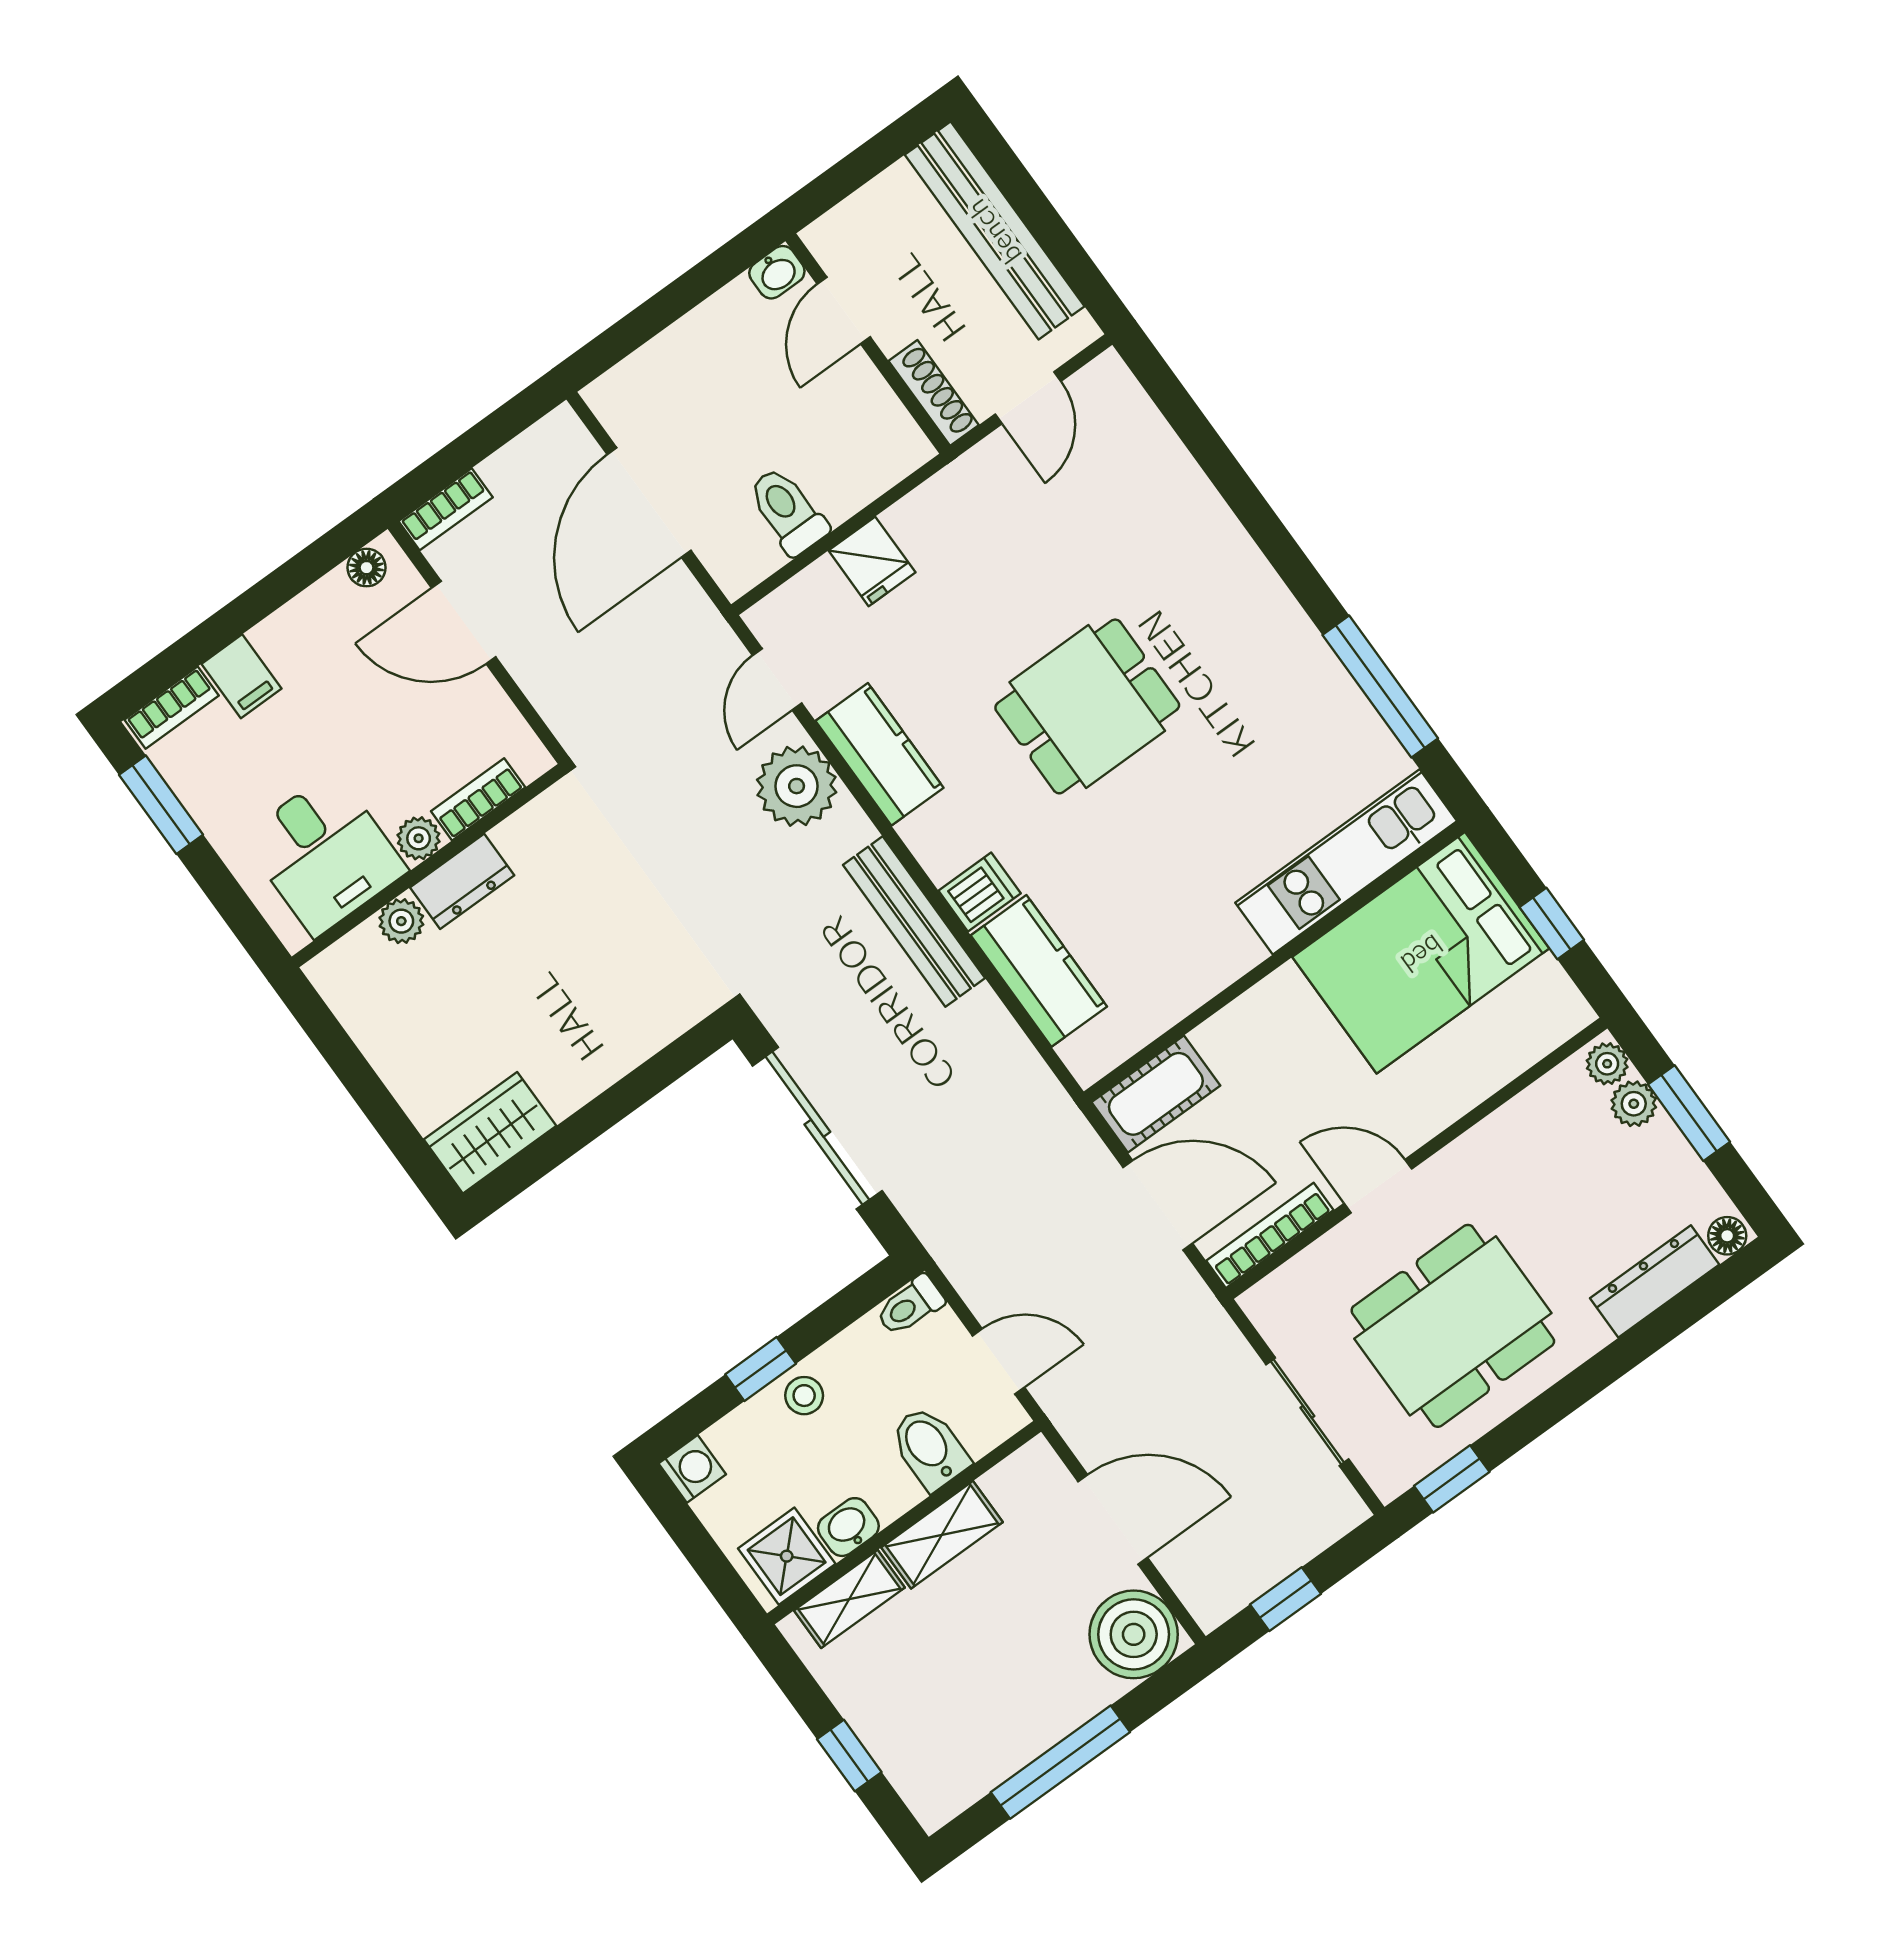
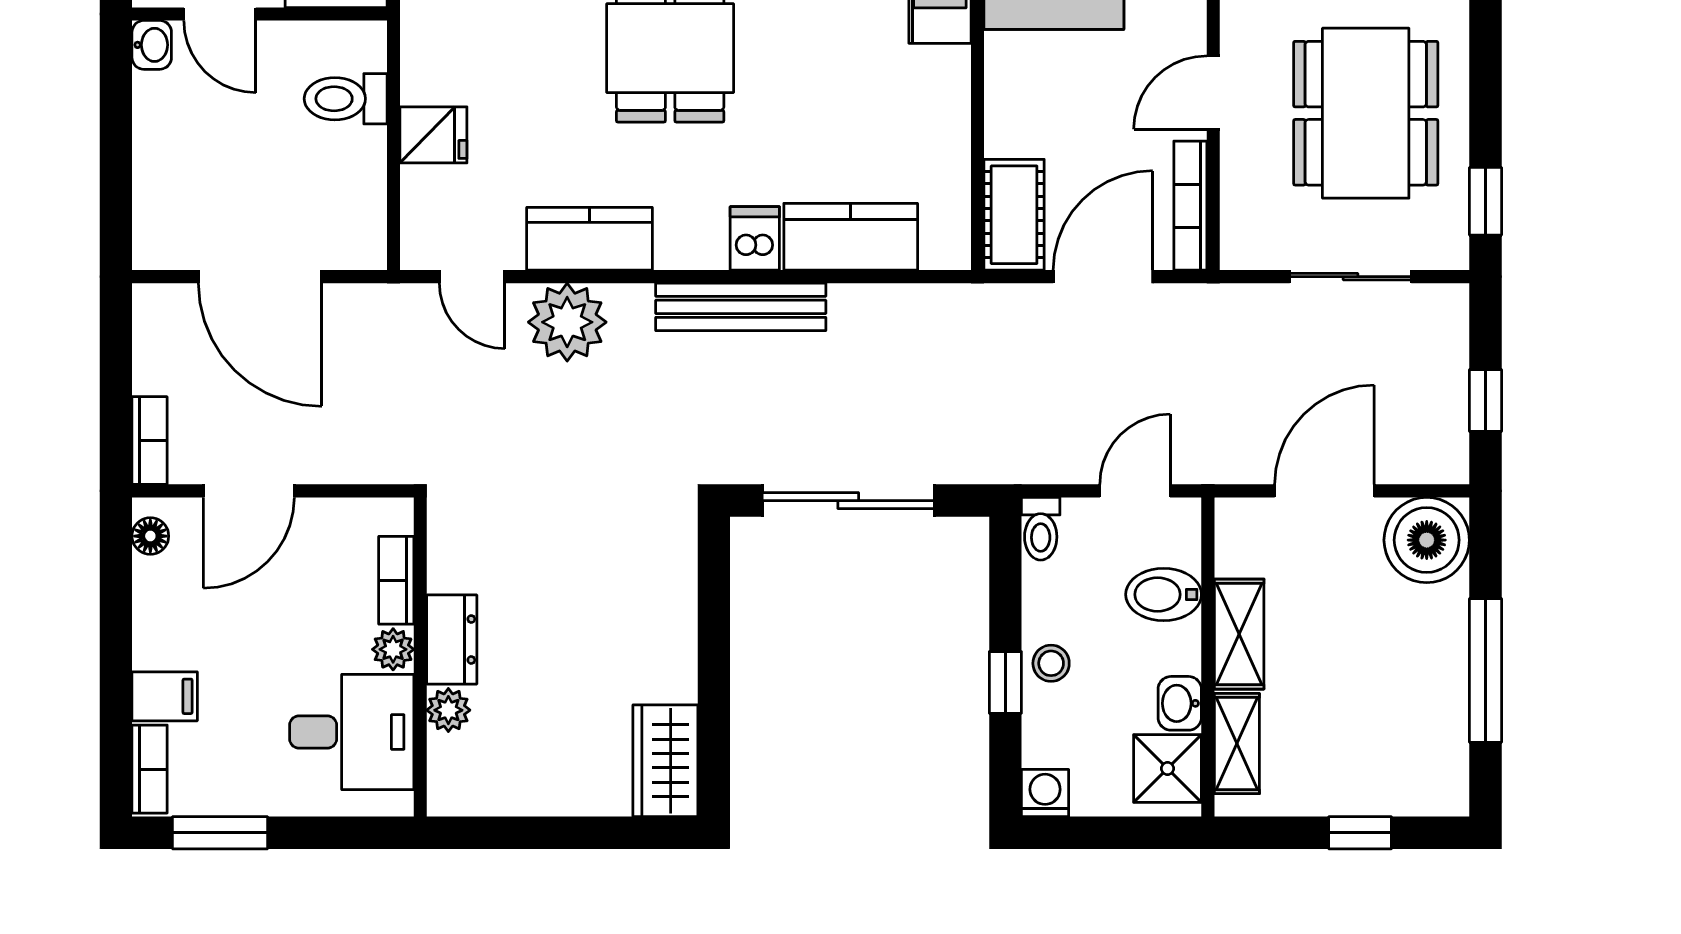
toilet: (788, 511) -> (346, 99), moved

